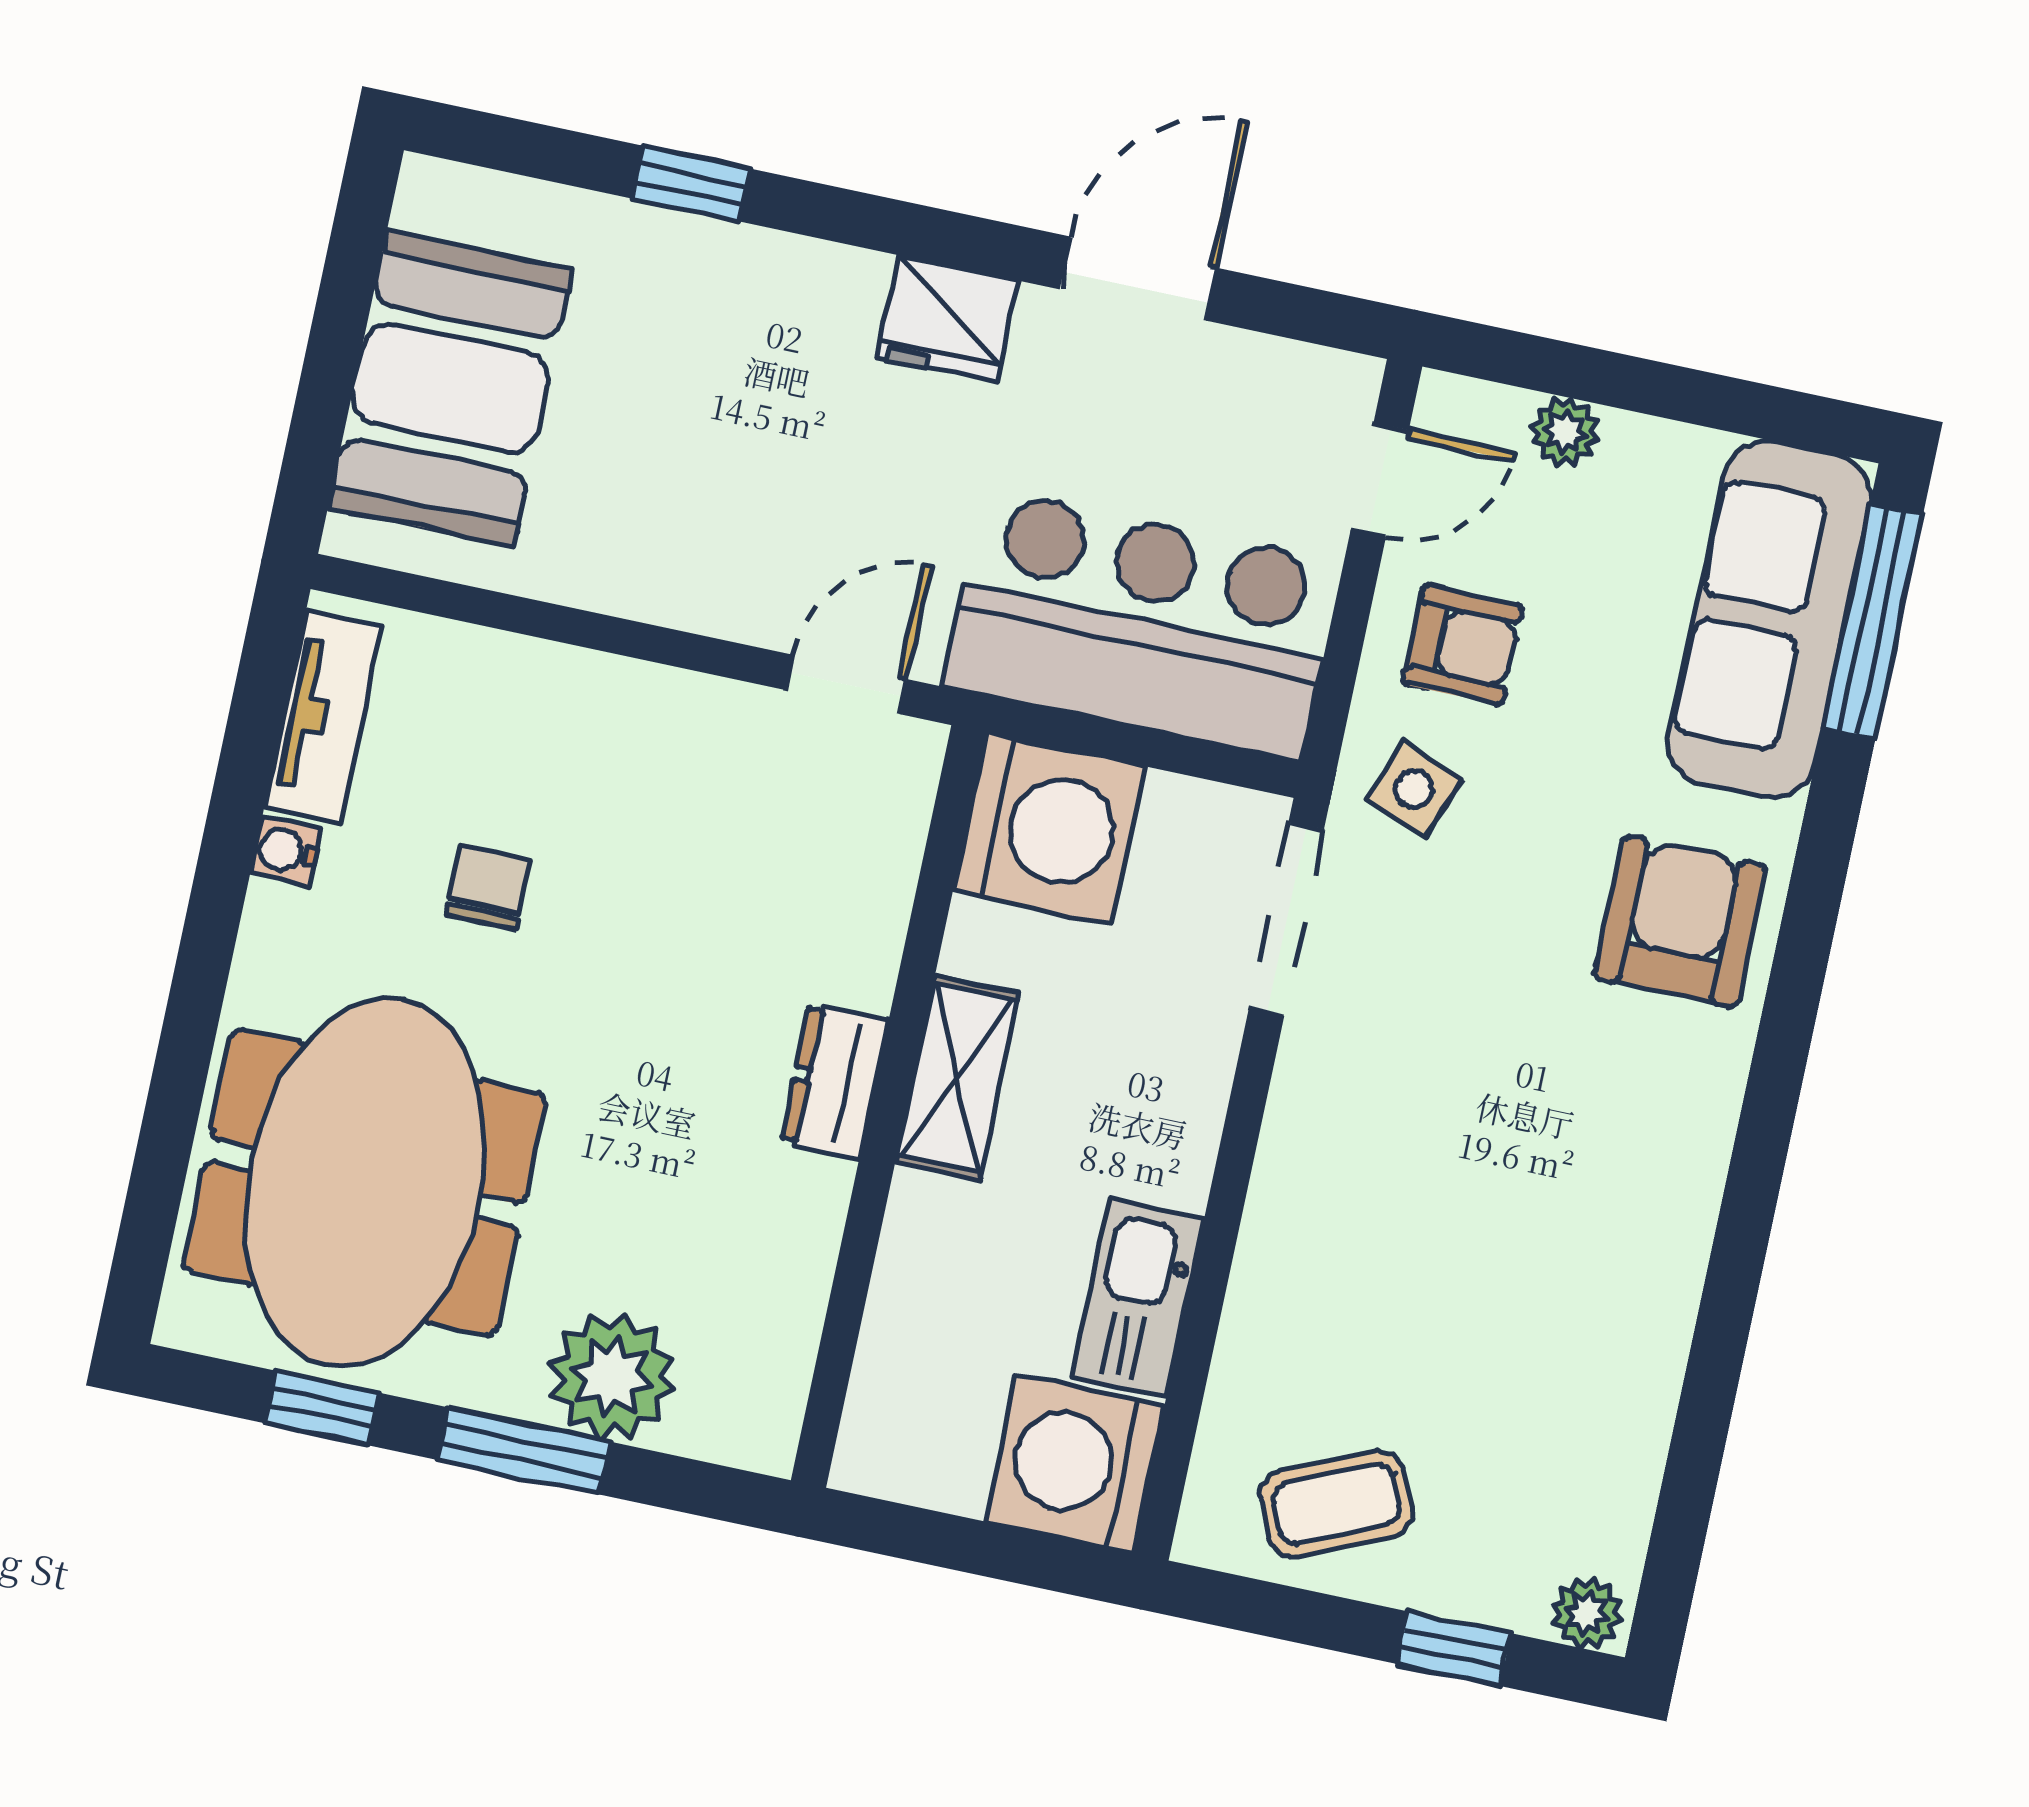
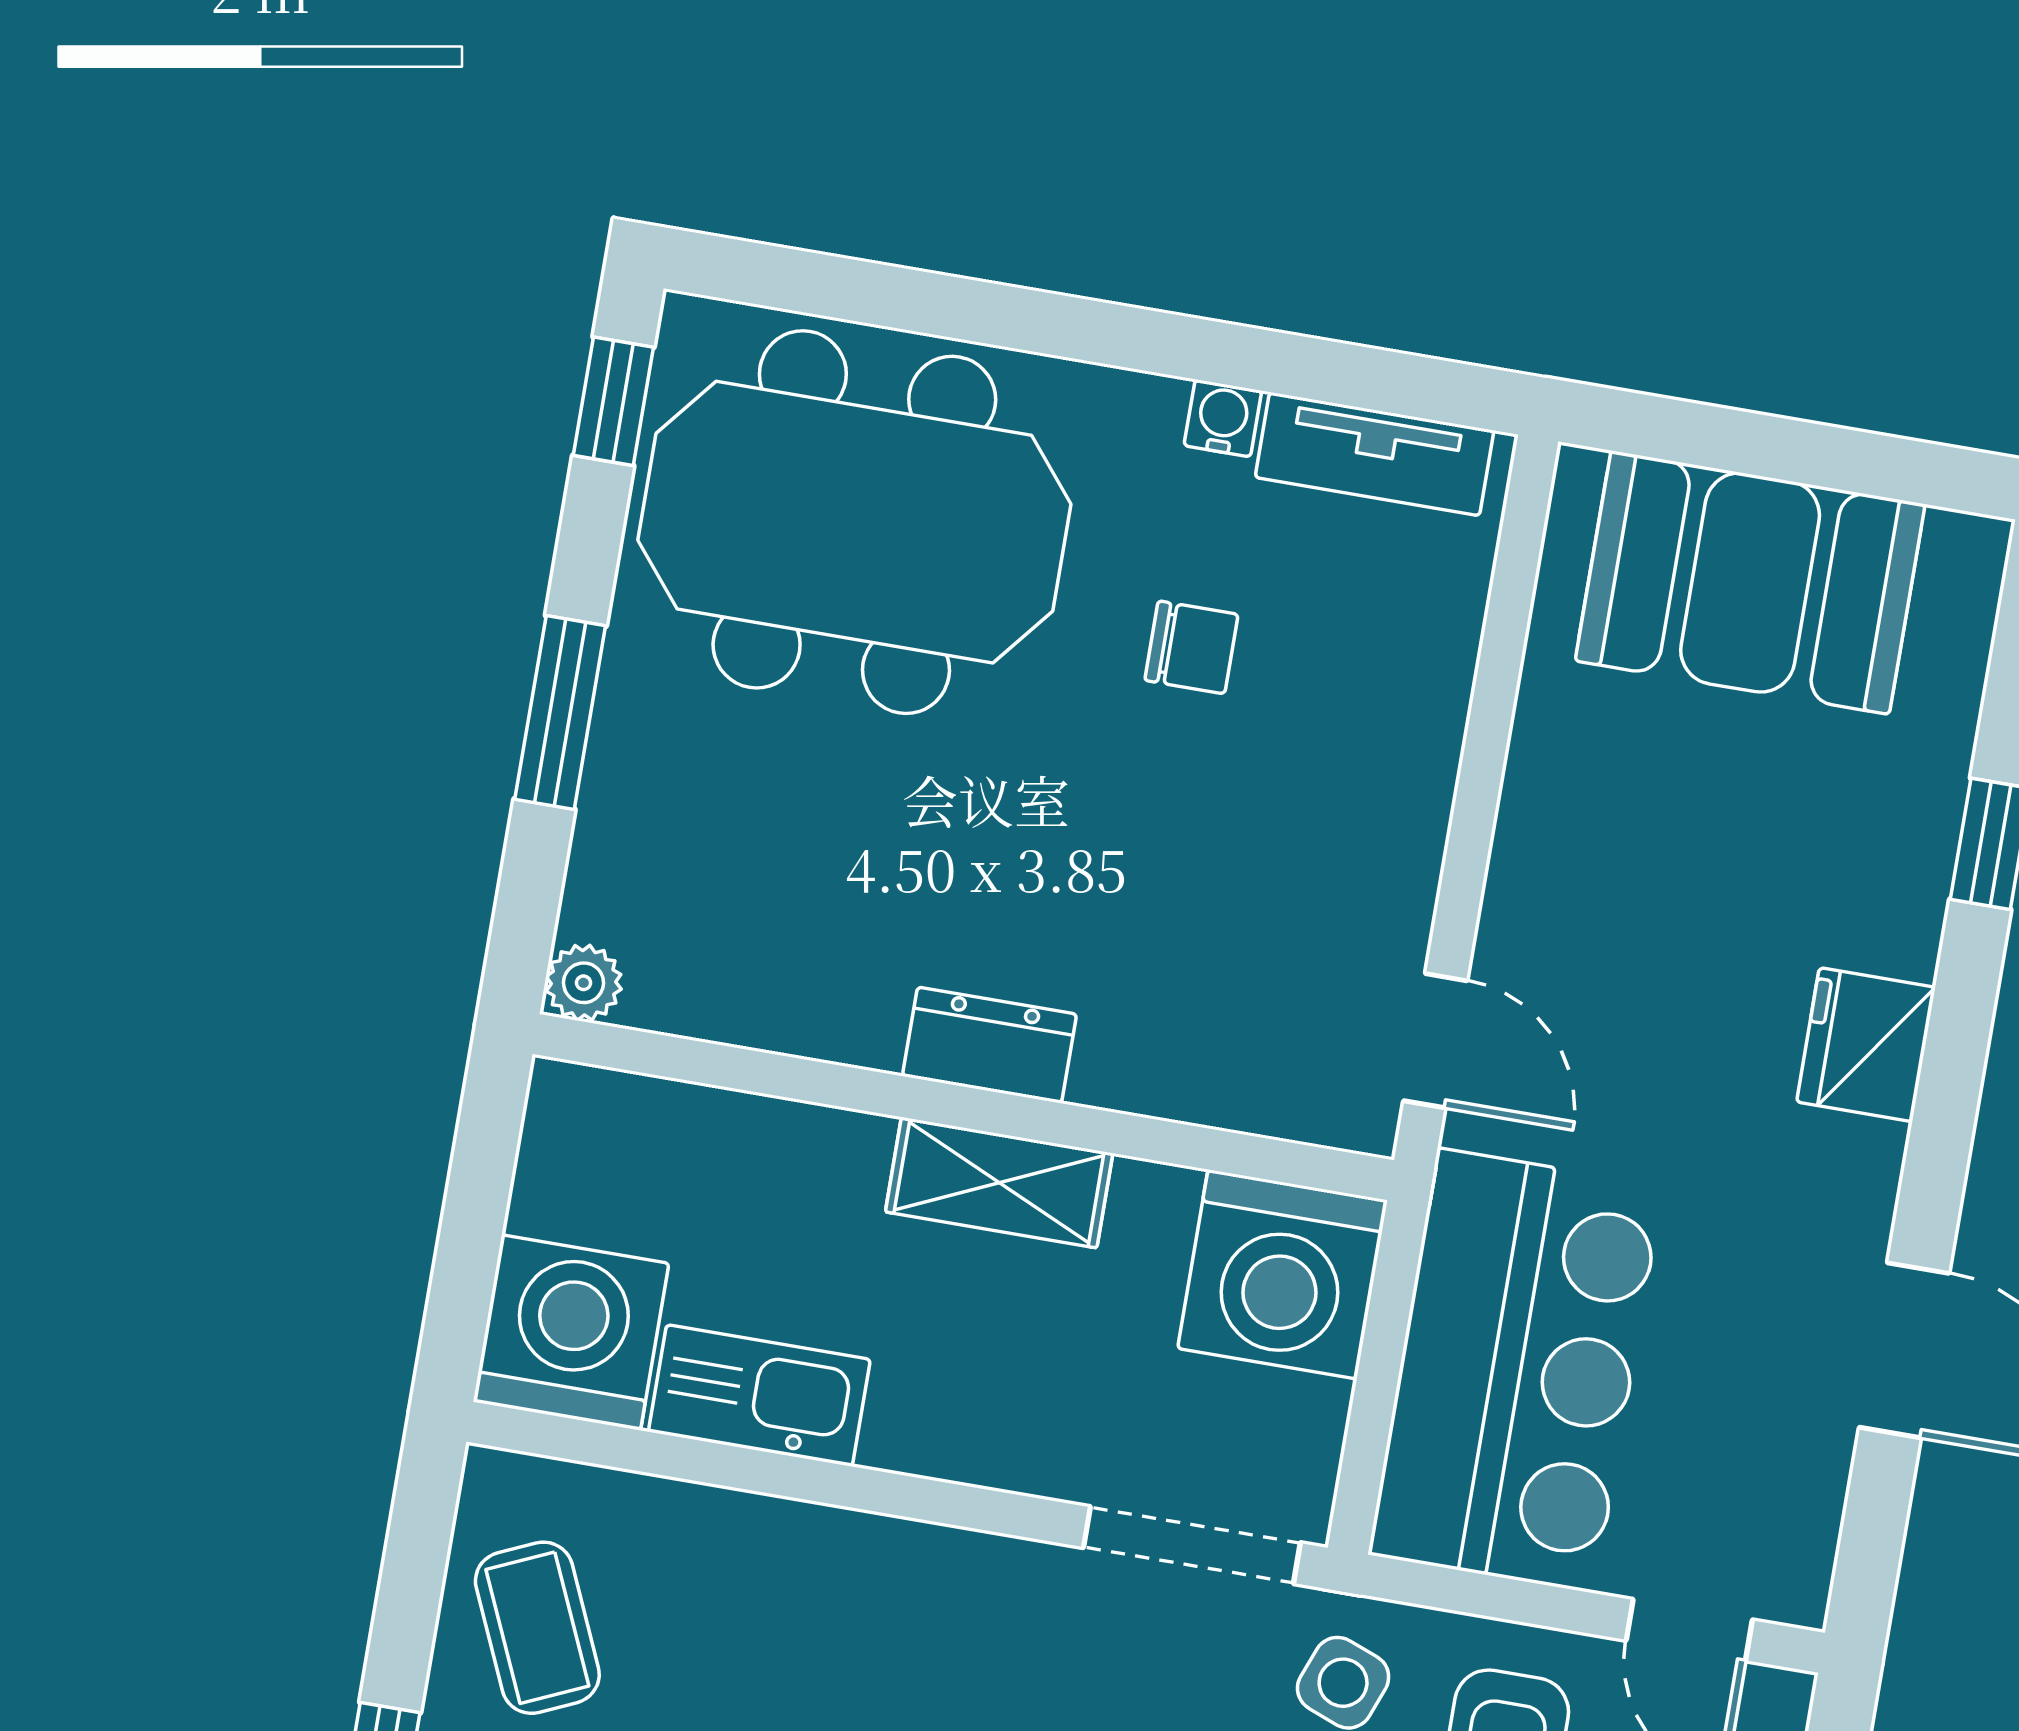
fridge: (948, 319) -> (1866, 1045), moved
plant: (612, 1377) -> (584, 983), moved, width x0.53, depth x0.53
window: (322, 1408) -> (613, 401), moved

